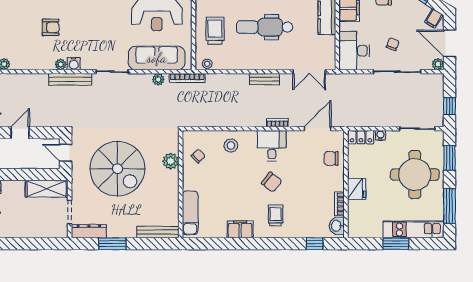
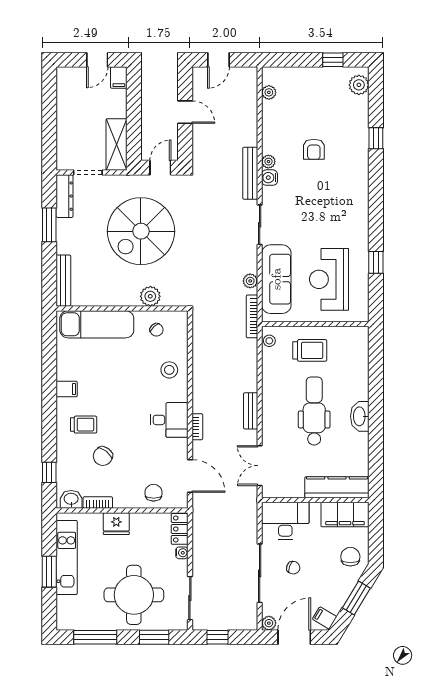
chair: (272, 182) -> (103, 456), moved
exam couch: (190, 213) -> (97, 324), width x1.36, depth x1.45
filing cabinet: (240, 229) -> (67, 389), width x0.50
kitchen unit: (413, 229) -> (67, 557), moved

